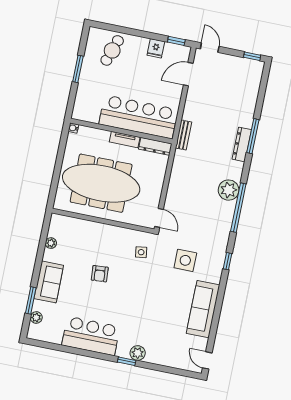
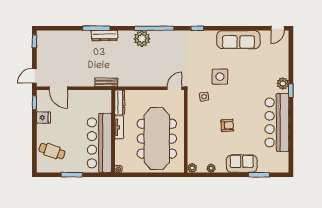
bar counter: (138, 117) -> (99, 143), moved
side table: (185, 260) -> (220, 77), moved
plant: (36, 317) -> (192, 168), moved
bar counter: (91, 336) -> (277, 122), width x1.36

